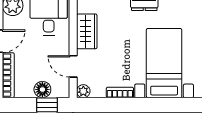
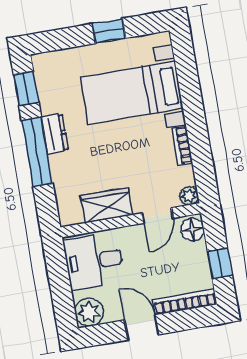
floor lamp: (42, 89) -> (192, 230), moved
window: (47, 105) -> (220, 263), moved

